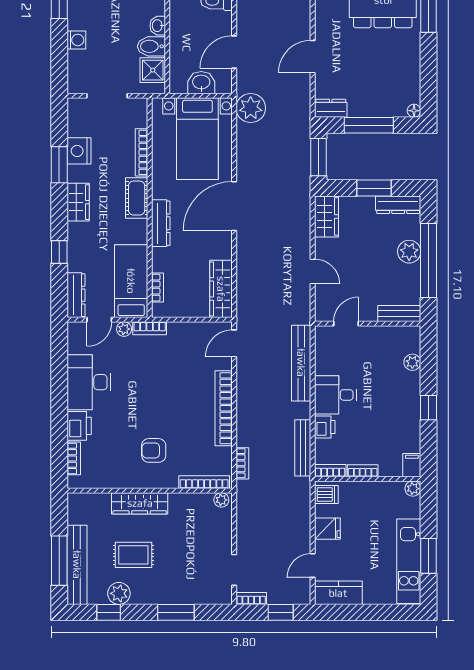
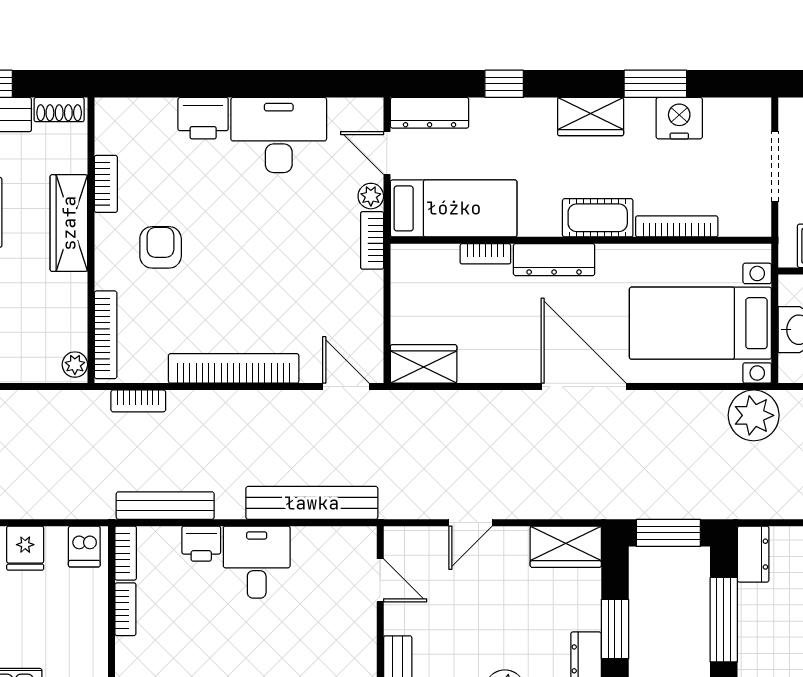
bookcase: (157, 288) -> (485, 254), moved
wardrobe: (221, 289) -> (424, 364), width x0.67
bookcase: (74, 458) -> (106, 184), moved, turned -90
shoe rack: (74, 509) -> (59, 110), added

